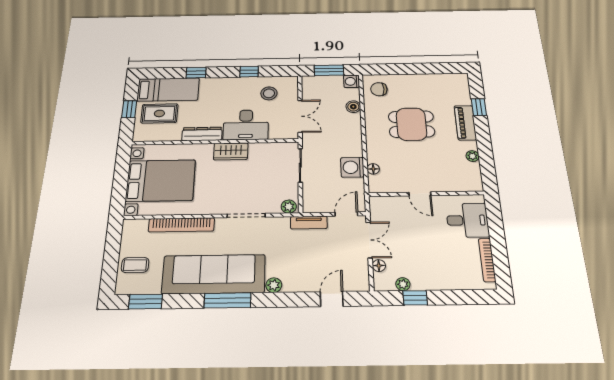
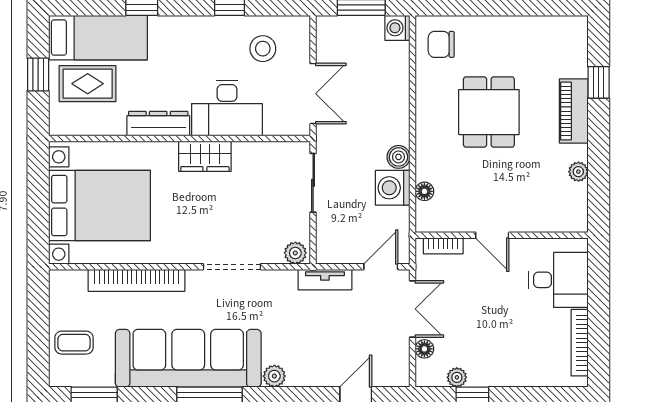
boiler: (353, 107) -> (399, 157), moved
dining table: (411, 124) -> (489, 112), turned 90
bookcase: (388, 201) -> (443, 246), added

